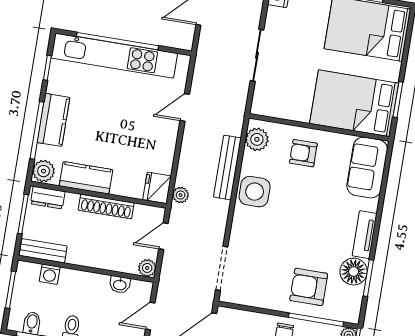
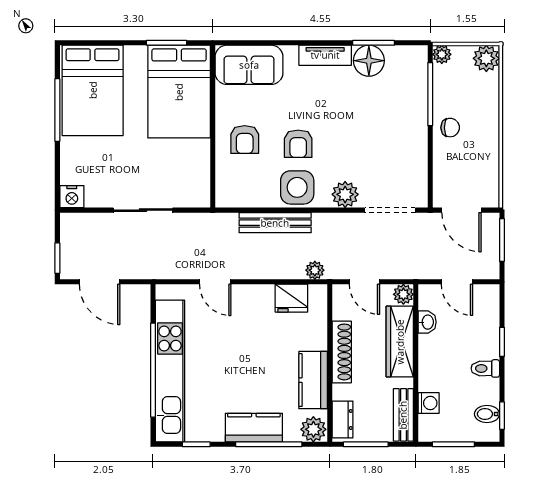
plant: (257, 139) -> (345, 194), moved
fridge: (157, 188) -> (291, 298), moved
wardrobe: (107, 258) -> (400, 342), added
armchair: (309, 287) -> (298, 144), moved, width x0.72, depth x0.72

